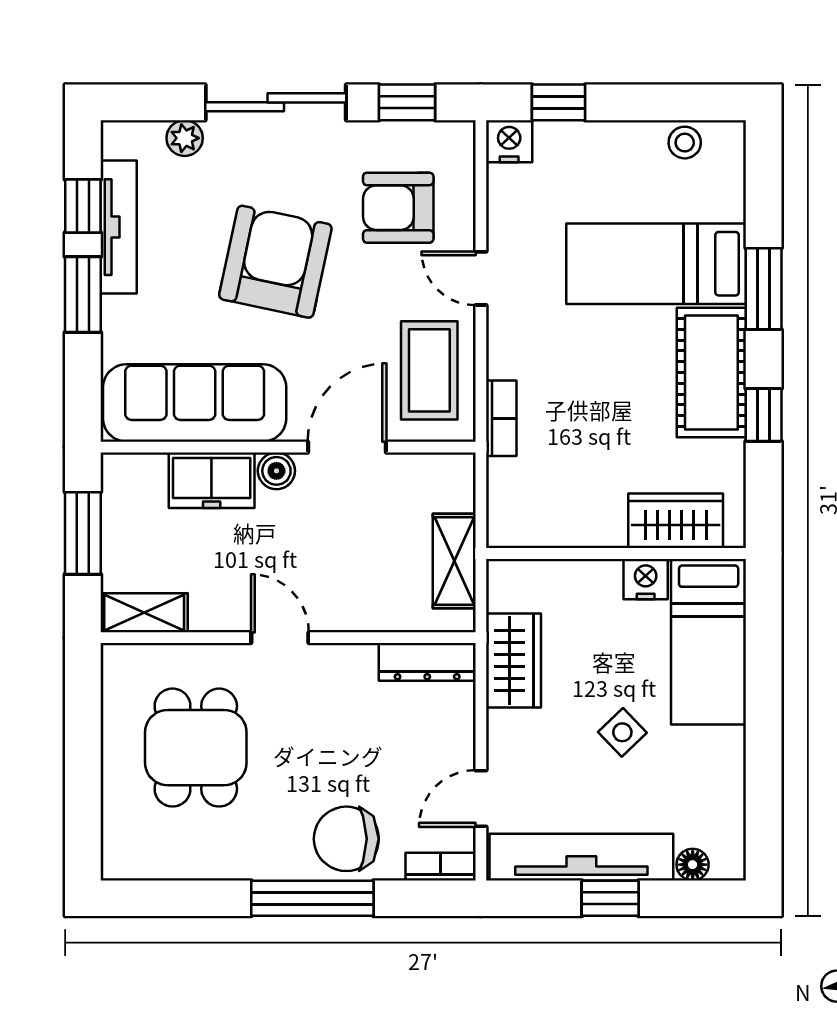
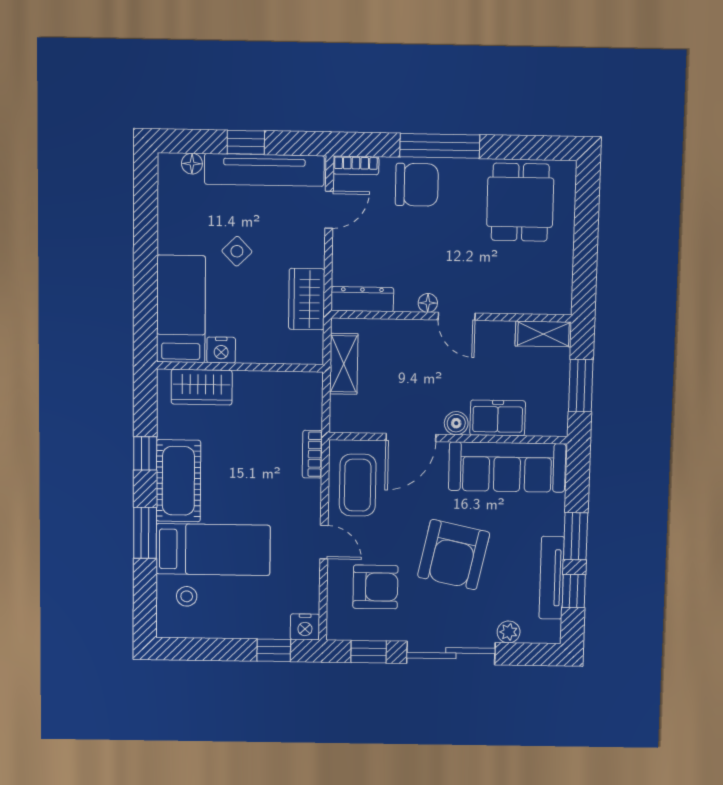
stool: (685, 143) -> (187, 596), moved
floor lamp: (325, 658) -> (428, 303), added
dining table: (196, 748) -> (520, 202), moved

